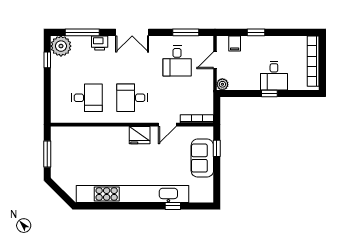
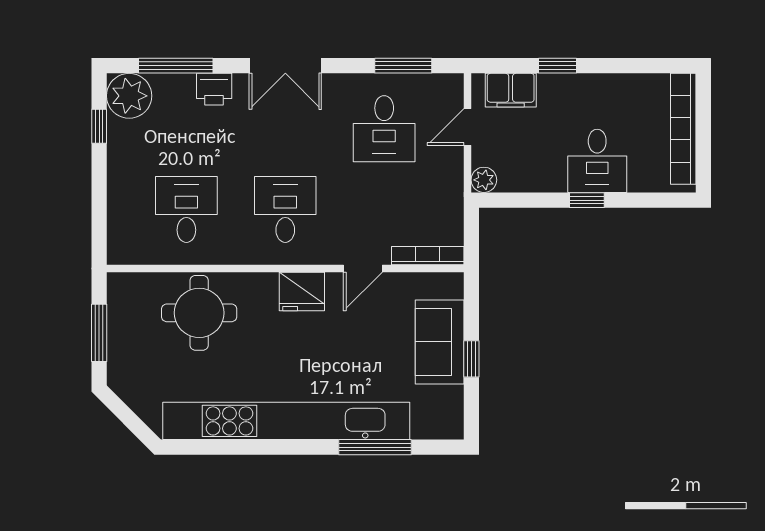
filing cabinet: (235, 43) -> (511, 90), width x2.00
desk: (87, 98) -> (186, 209), turned -90
desk: (132, 98) -> (285, 209), turned 90
round table: (93, 145) -> (199, 313), added
window: (217, 148) -> (471, 359), moved
window: (173, 206) -> (375, 447), width x2.17

